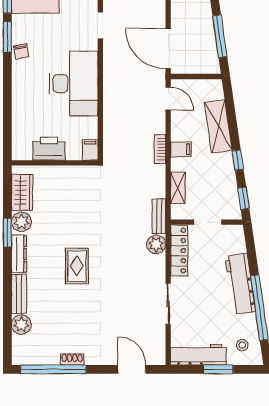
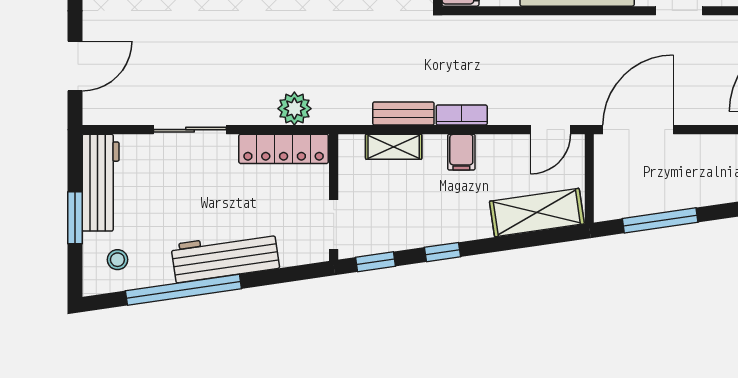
shelving: (218, 126) -> (537, 213), moved
bench: (159, 216) -> (403, 114), moved
doorway: (208, 222) -> (334, 225), moved

